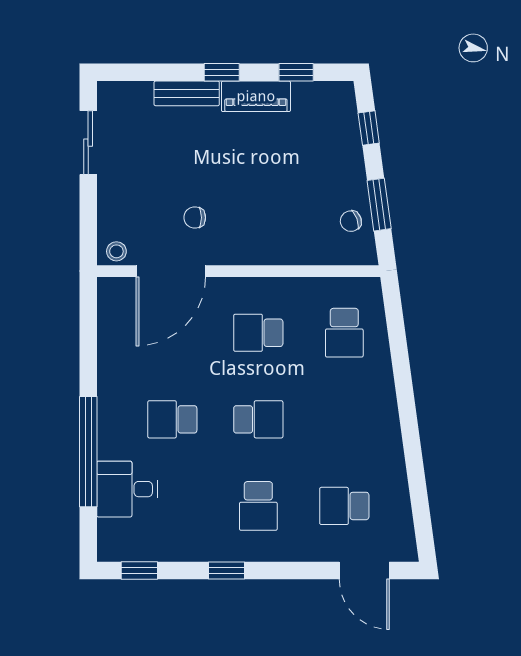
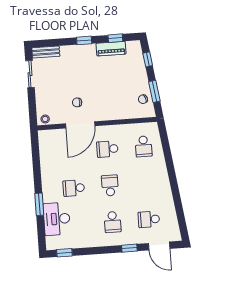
bench: (187, 93) -> (46, 52), moved
piano: (256, 96) -> (111, 49), moved
door: (171, 271) -> (80, 125), moved
school desk: (258, 419) -> (110, 185), turned -90
window: (88, 452) -> (39, 204), width x0.47
desk: (127, 489) -> (57, 219), width x1.37
window: (226, 571) -> (129, 248), moved

